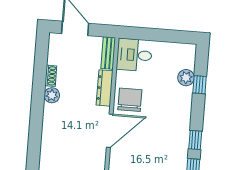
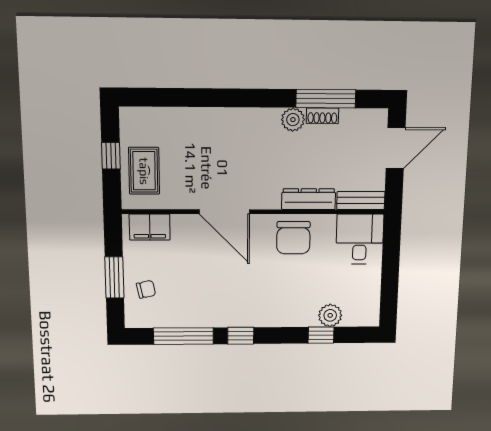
window: (40, 73) -> (326, 99), added
chair: (130, 100) -> (293, 238), turned 90
door: (110, 131) -> (224, 212), moved

